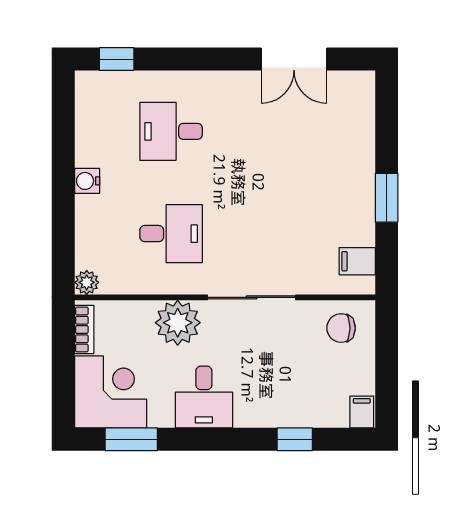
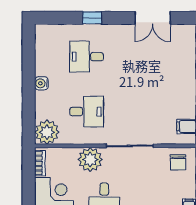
window: (117, 59) -> (92, 18), moved
plant: (87, 282) -> (47, 132), width x1.88, depth x1.88
chair: (341, 328) -> (178, 162), turned -90

